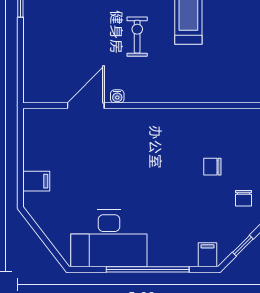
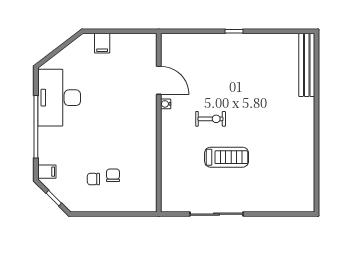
chair: (243, 198) -> (93, 179), moved

